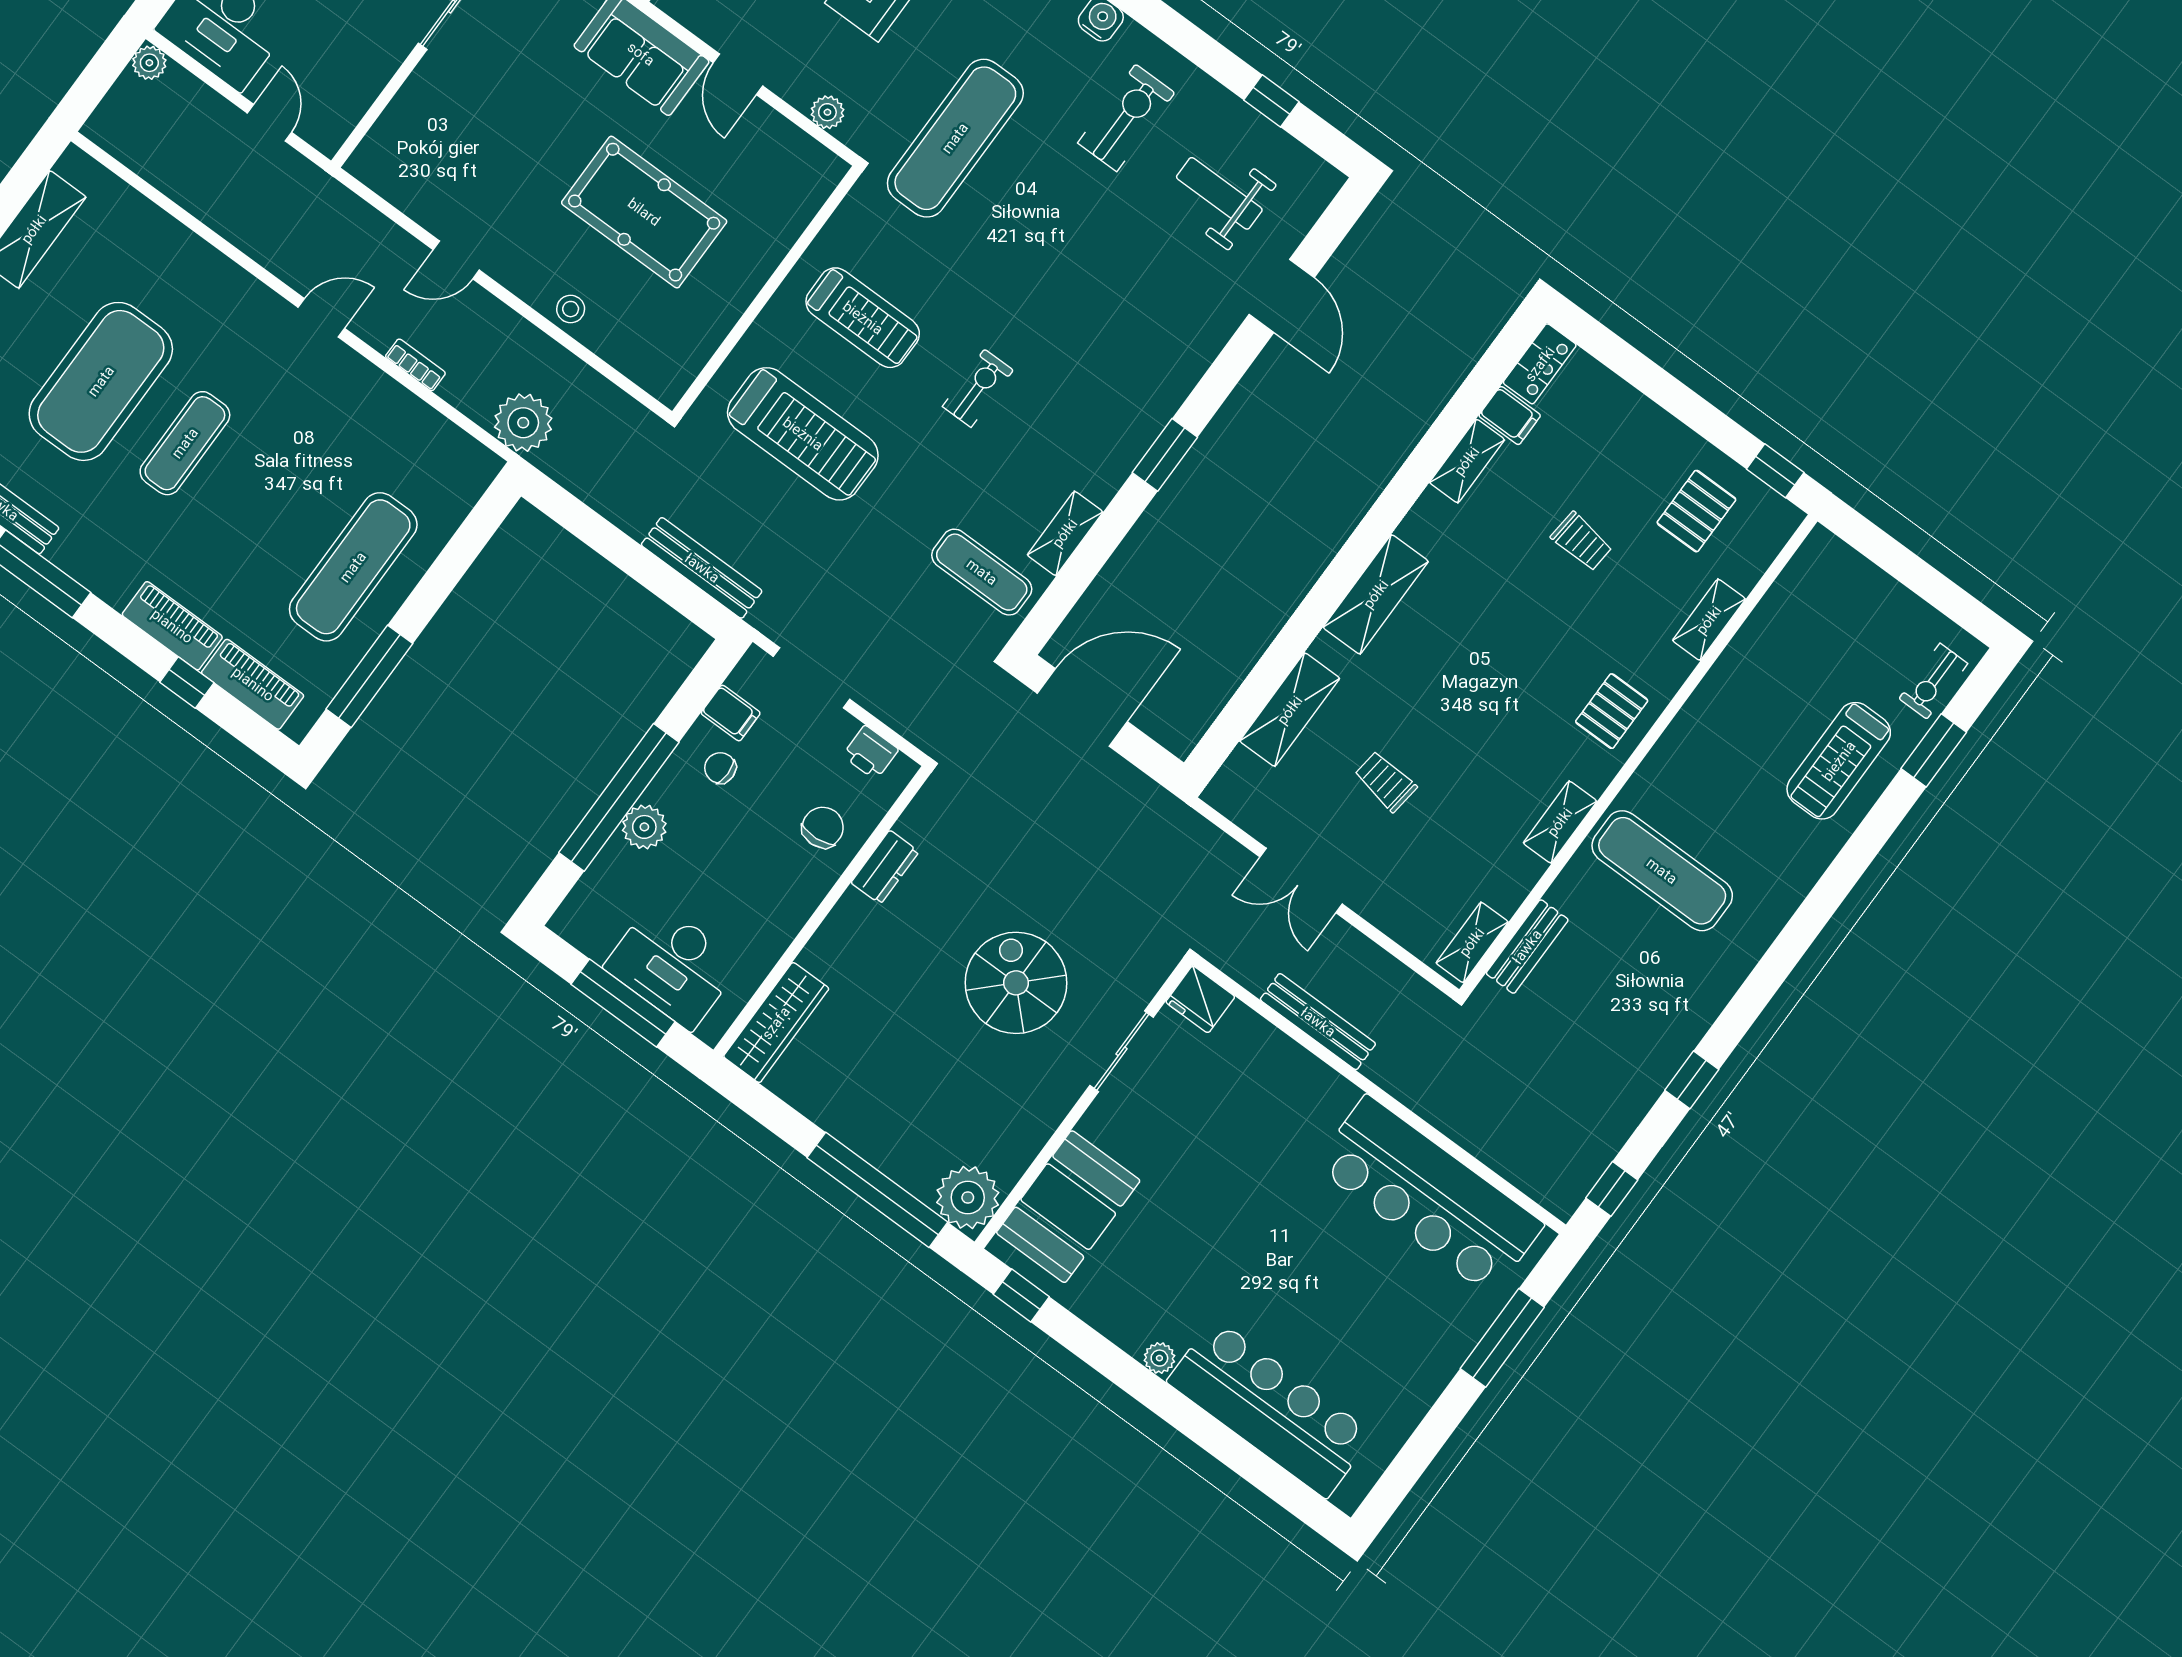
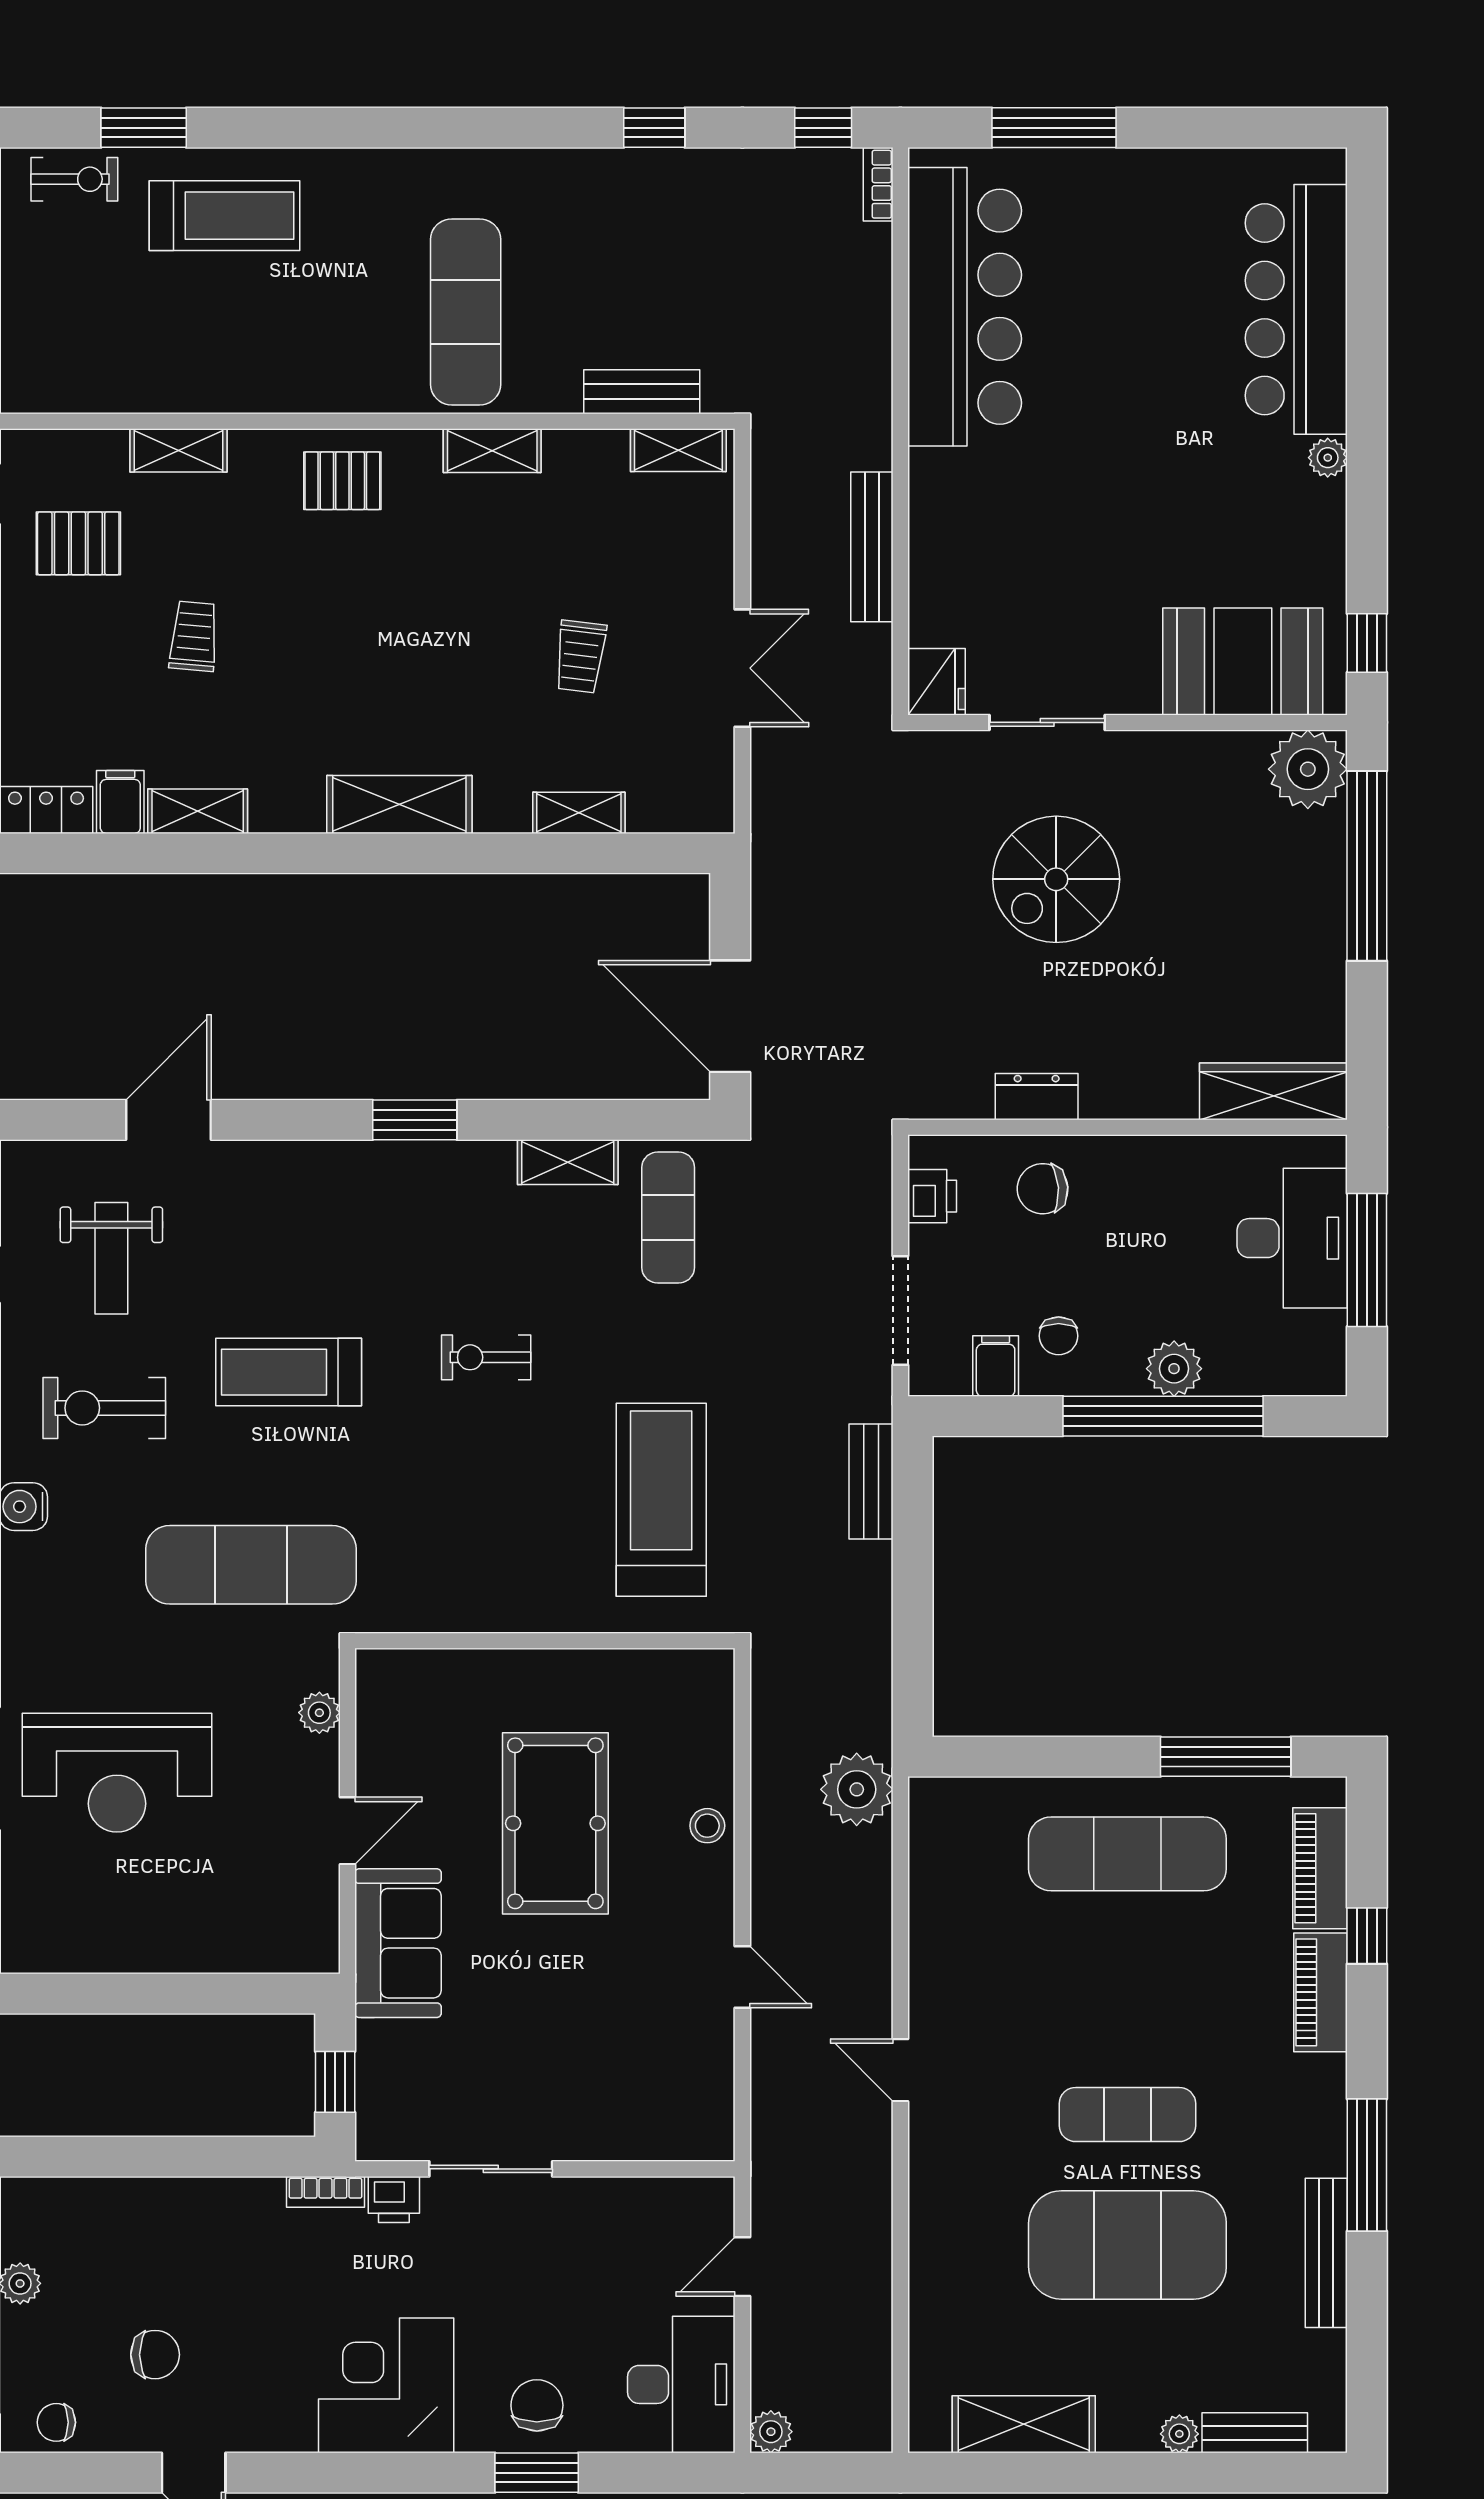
treadmill: (863, 318) -> (289, 1372), moved, turned -90
bookcase: (415, 365) -> (878, 184), moved
bench: (702, 568) -> (871, 1482), width x0.73
shelving: (1290, 710) -> (579, 813), width x0.67, depth x0.75

